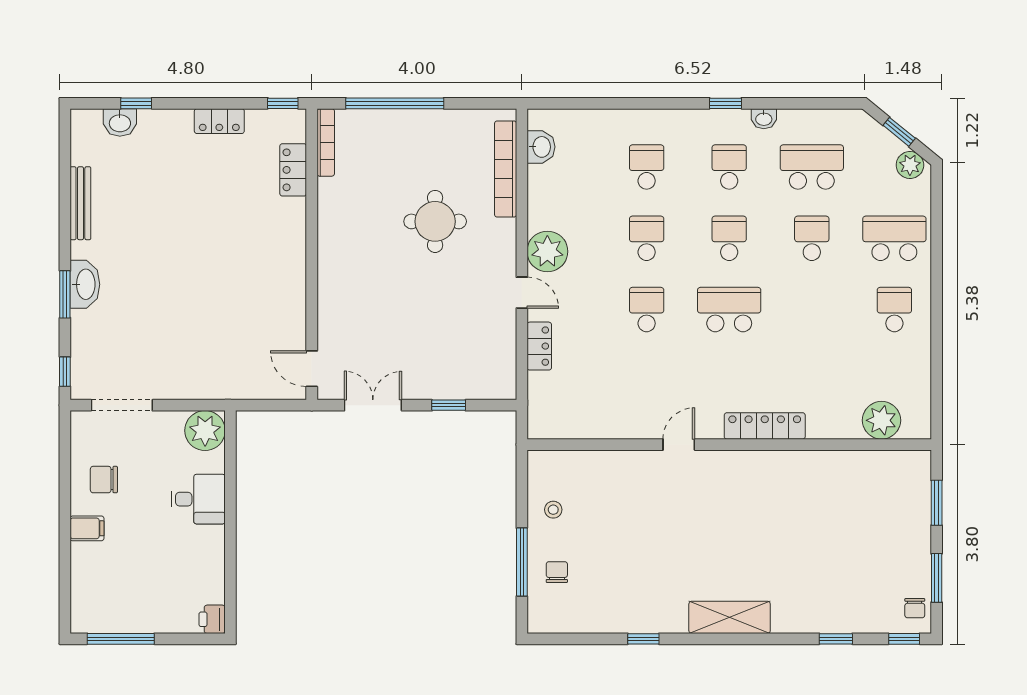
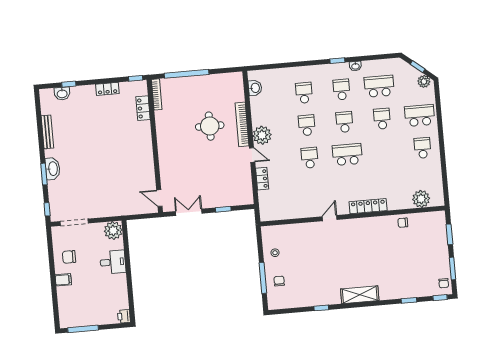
bookcase: (506, 169) -> (242, 124), moved
chair: (837, 469) -> (403, 223), added

